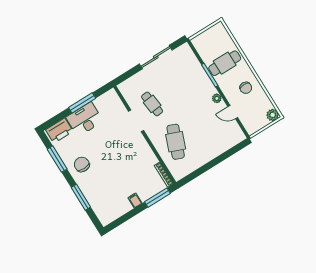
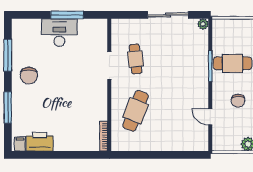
plant: (217, 98) -> (203, 24), moved
printer: (59, 131) -> (40, 142), moved, turned 180
chair: (82, 164) -> (29, 76), turned 180
window: (157, 198) -> (83, 155), removed
filing cabinet: (135, 201) -> (20, 144), moved

